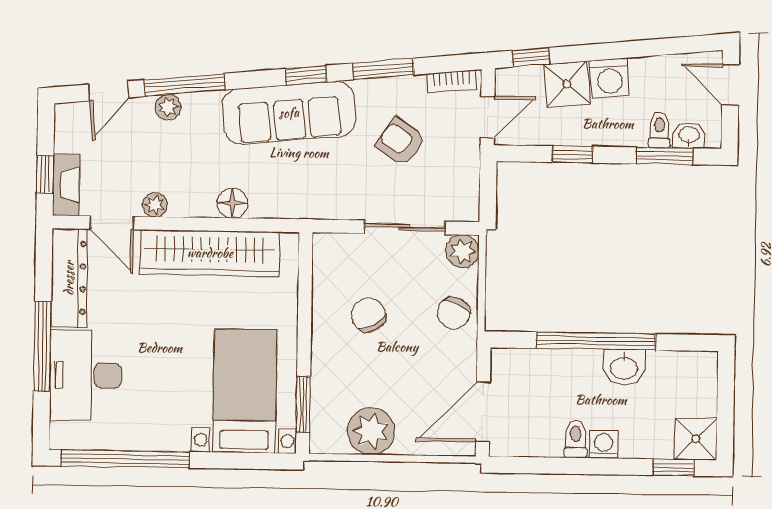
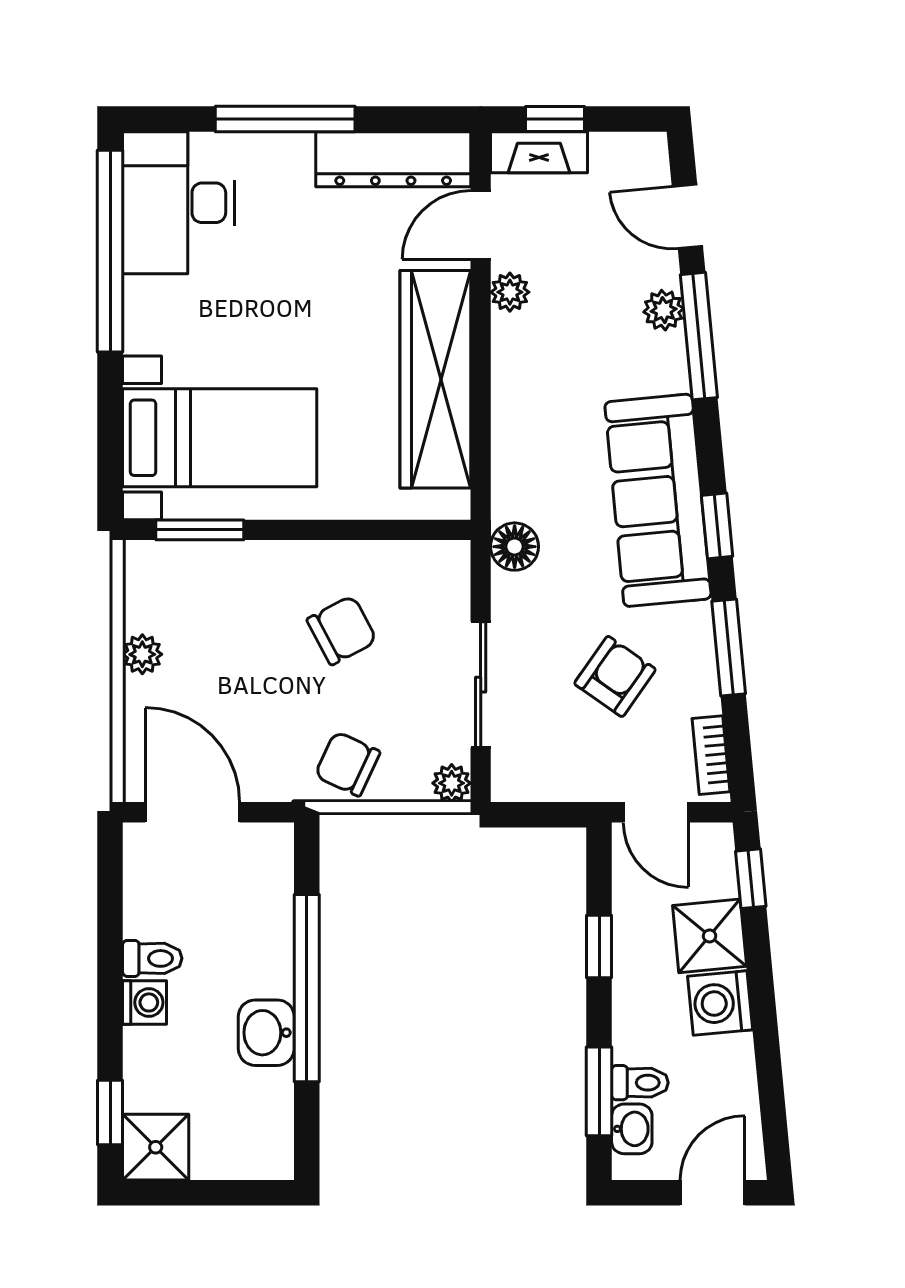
floor lamp: (232, 203) -> (515, 547), moved
plant: (462, 251) -> (452, 783), width x0.73, depth x0.73
desk: (86, 375) -> (179, 203), moved, turned -90
plant: (371, 431) -> (142, 654), width x0.53, depth x0.53

